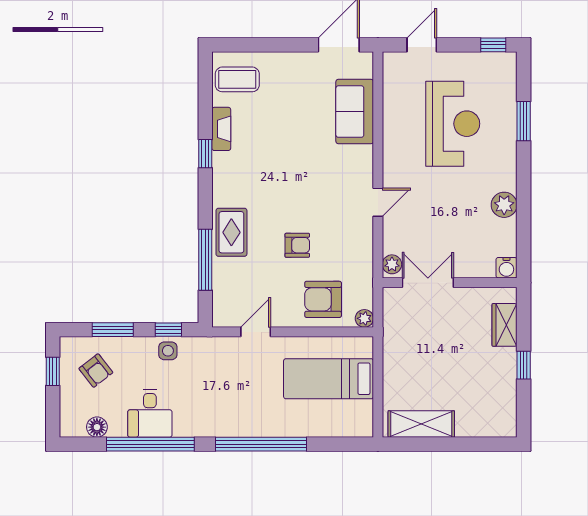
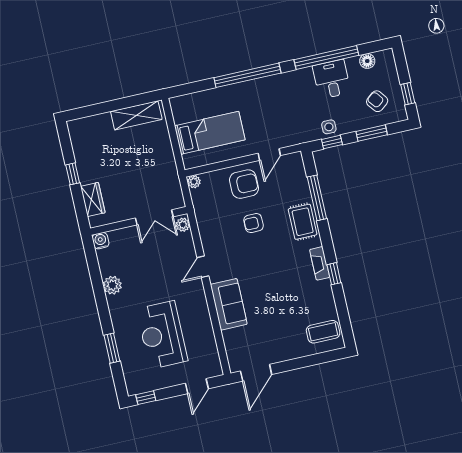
sofa: (355, 112) -> (229, 304), moved
fireplace: (221, 129) -> (320, 263), moved
armchair: (323, 299) -> (244, 184), moved

